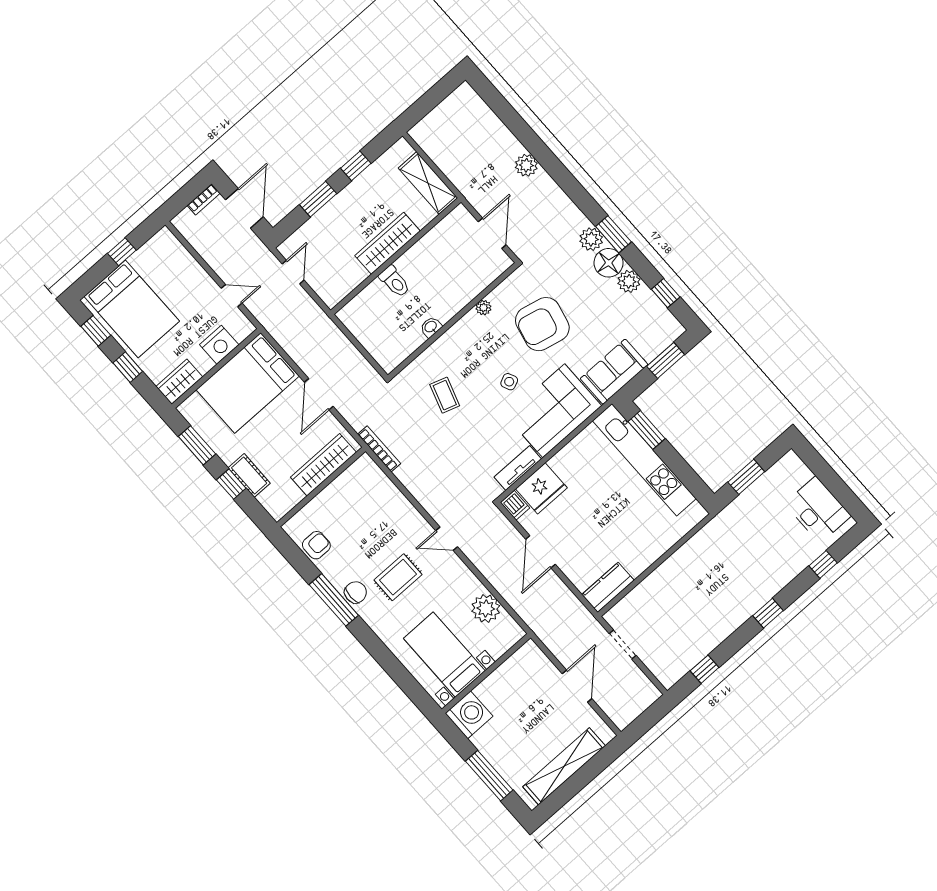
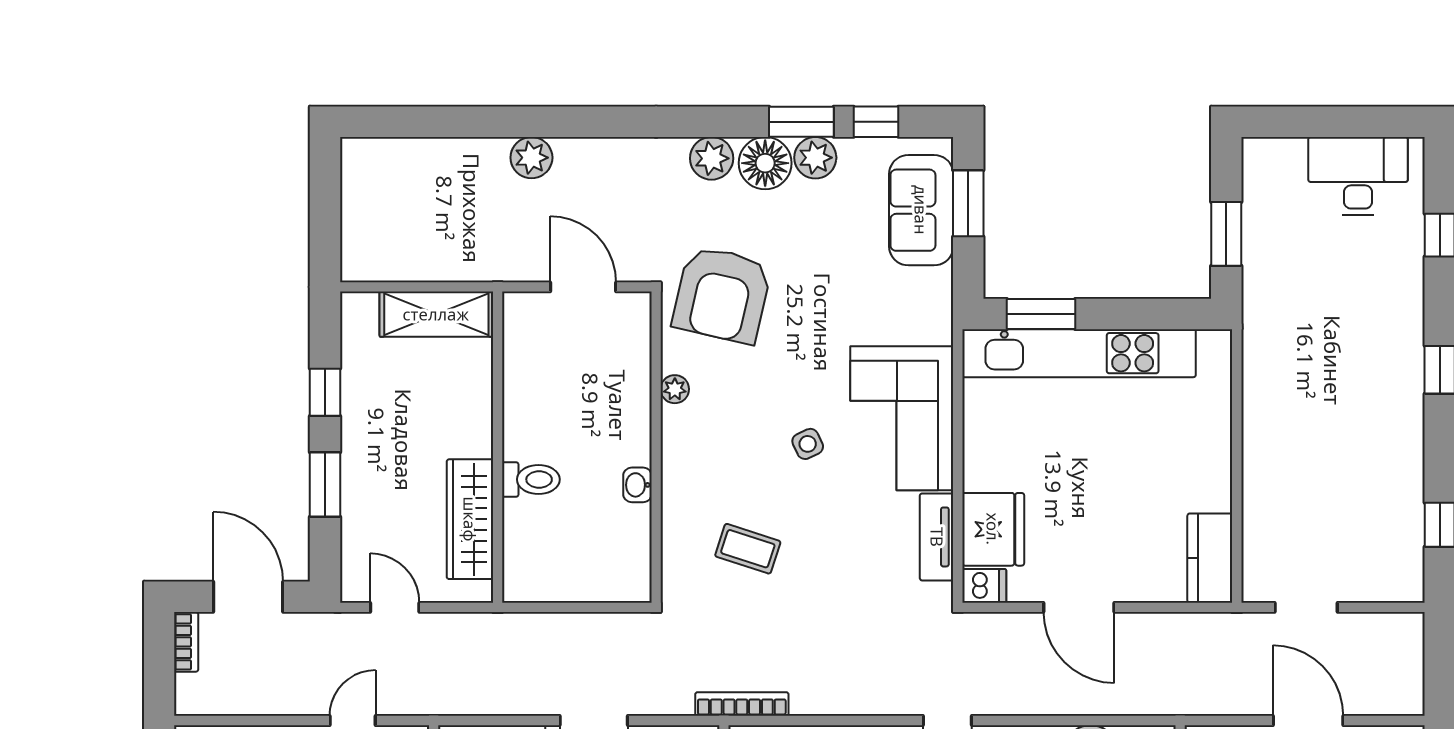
window: (613, 234) -> (801, 122), moved
wardrobe: (388, 243) -> (470, 519), moved
armchair: (542, 324) -> (722, 295), moved
sofa: (614, 372) -> (921, 210), moved

